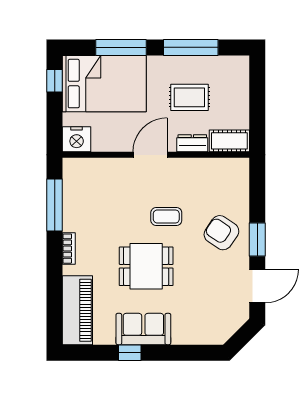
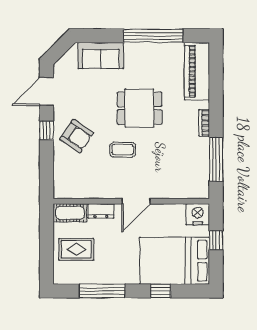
window: (121, 47) -> (161, 291), width x0.46
window: (55, 81) -> (216, 240), moved
rug: (189, 97) -> (76, 249), moved
window: (257, 240) -> (47, 130), width x0.67
sofa: (143, 329) -> (101, 56), moved
window: (130, 353) -> (153, 36), width x3.17

